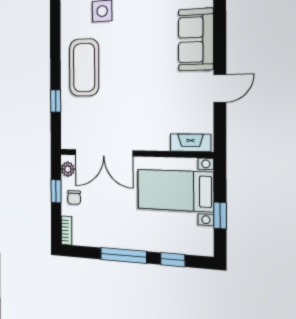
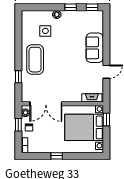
bed with nightstands: (175, 190) -> (84, 127), width x1.36
window: (220, 215) -> (106, 120), moved
window: (123, 255) -> (57, 156), width x0.46
window: (173, 260) -> (83, 156), removed

